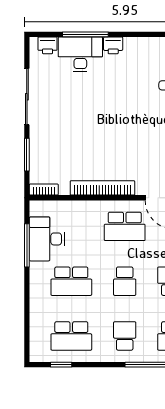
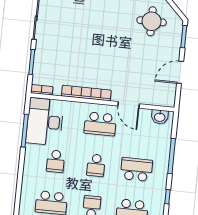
desk: (47, 239) -> (45, 122), width x1.36, depth x1.30
school desk: (71, 281) -> (56, 161), width x0.54

